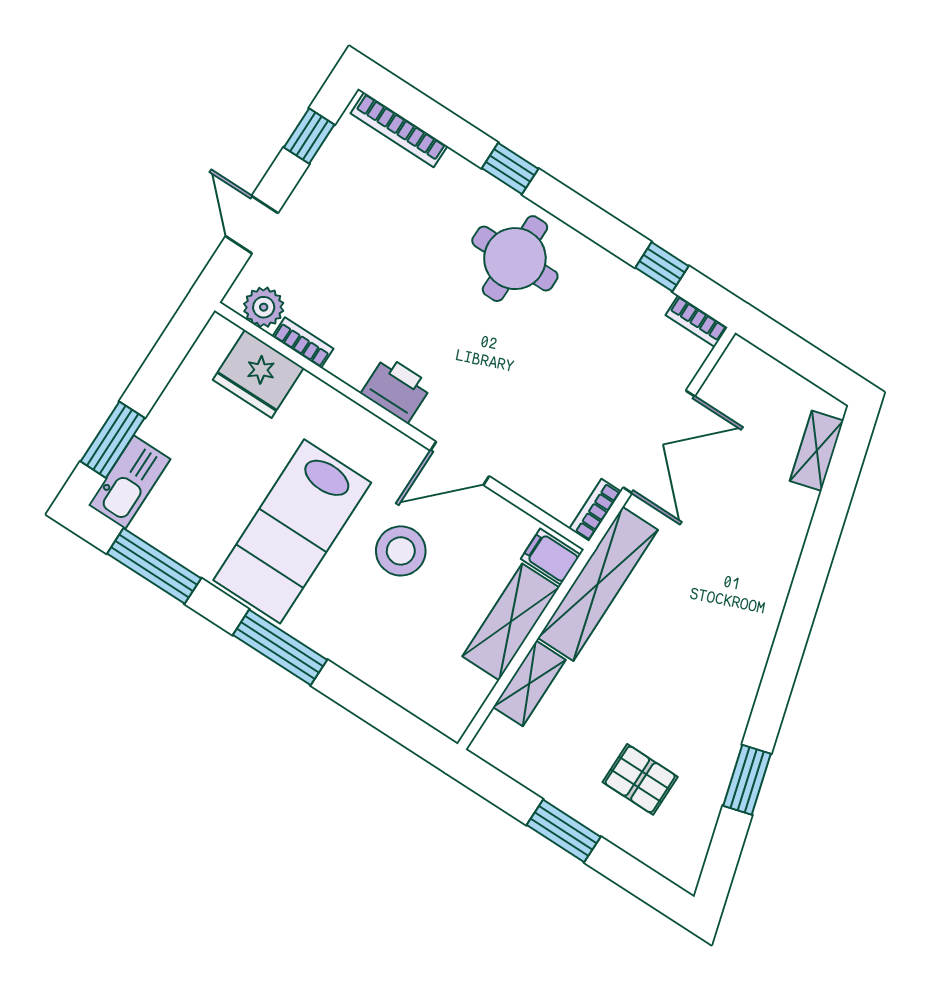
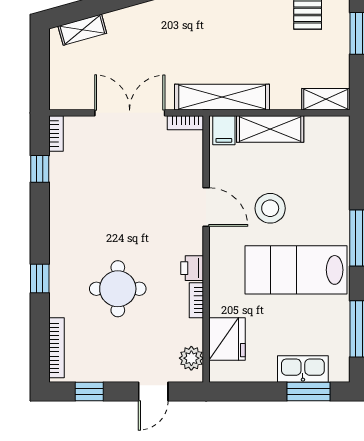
round table: (515, 259) -> (118, 289), moved
bookcase: (303, 343) -> (196, 300), moved
printer: (396, 389) -> (192, 268), width x0.73, depth x0.81
kitchen sink: (129, 482) -> (303, 369), moved
lab bench: (292, 531) -> (296, 270), turned 180
shelving: (529, 683) -> (326, 99), moved

